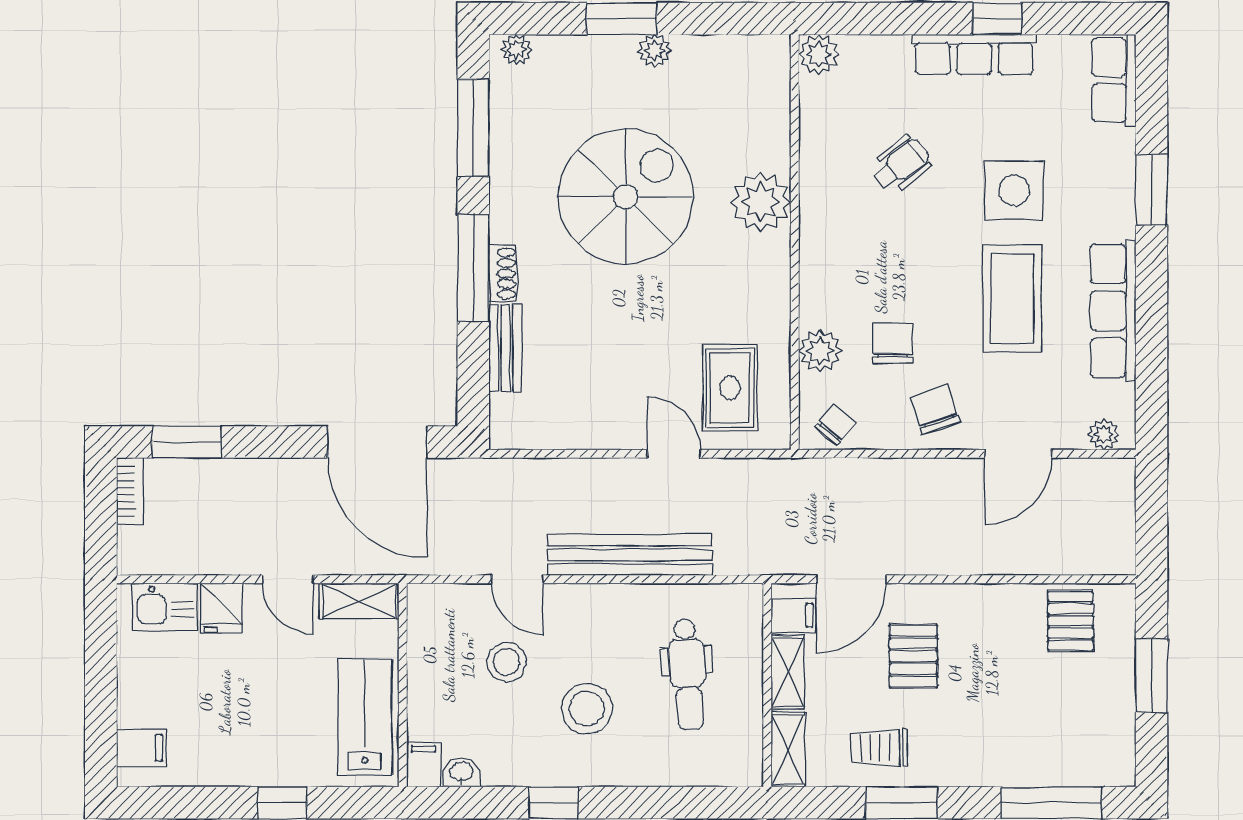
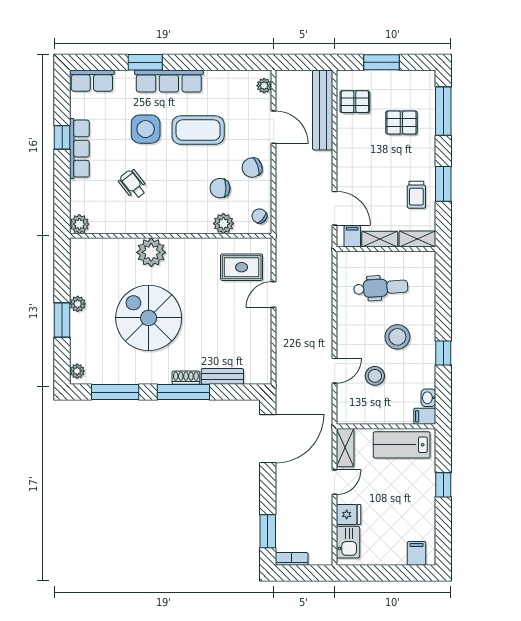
row of seats: (1113, 311) -> (169, 81), moved
bench: (630, 555) -> (323, 110), moved
pallet: (913, 656) -> (401, 123), moved

